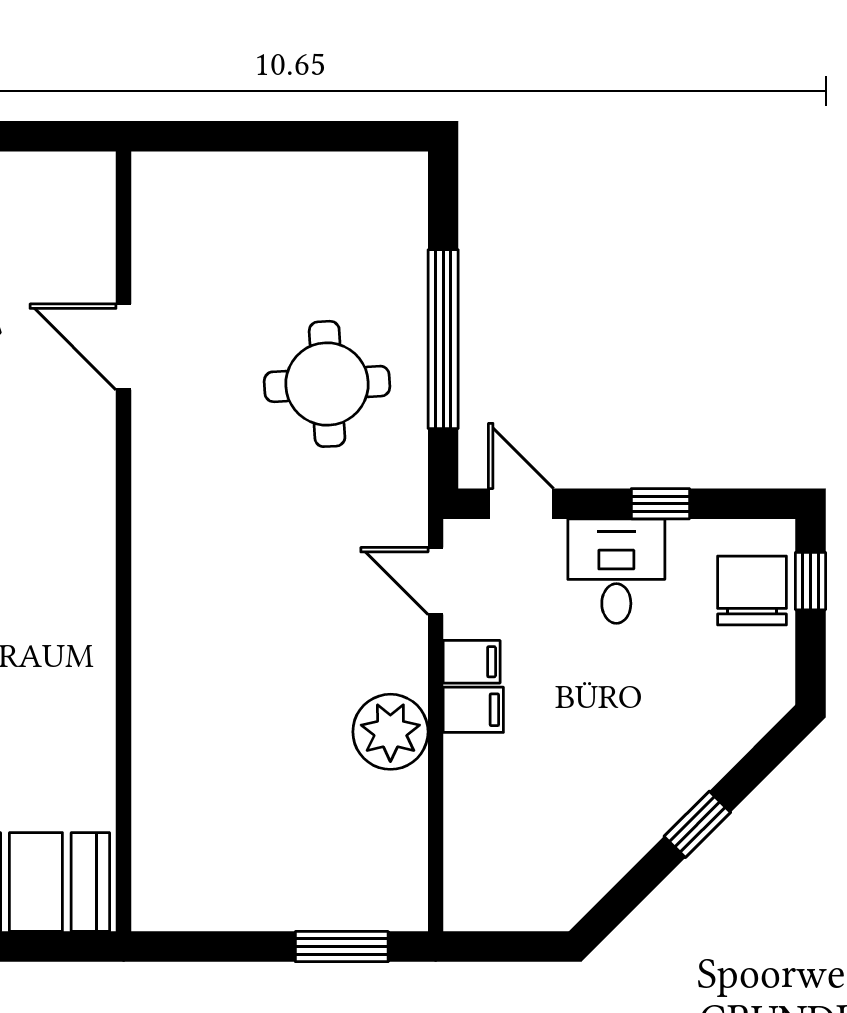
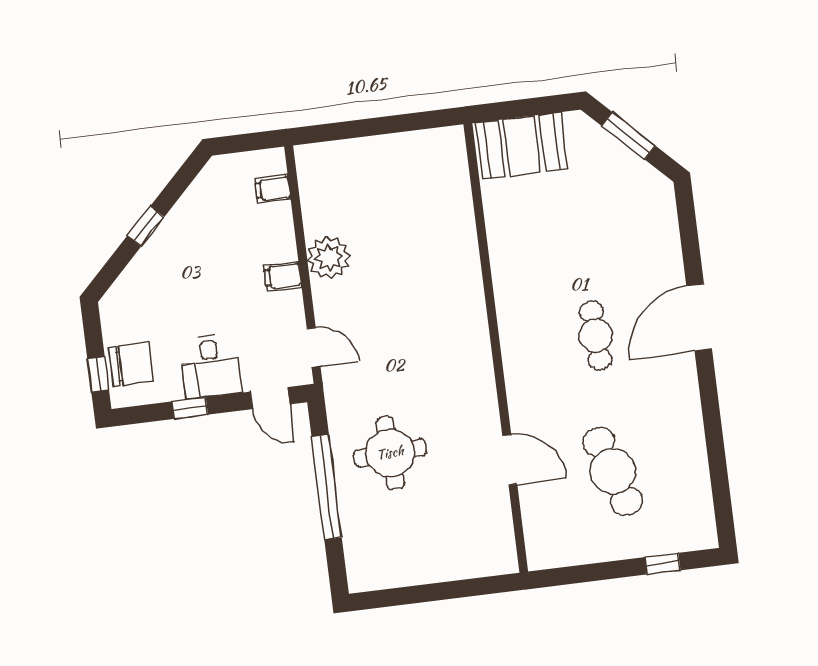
chair: (752, 590) -> (131, 365), turned -90
filing cabinet: (472, 662) -> (273, 189), moved
window: (342, 947) -> (341, 131), removed

